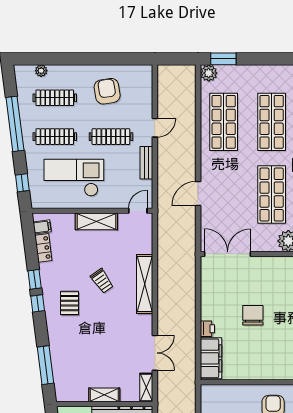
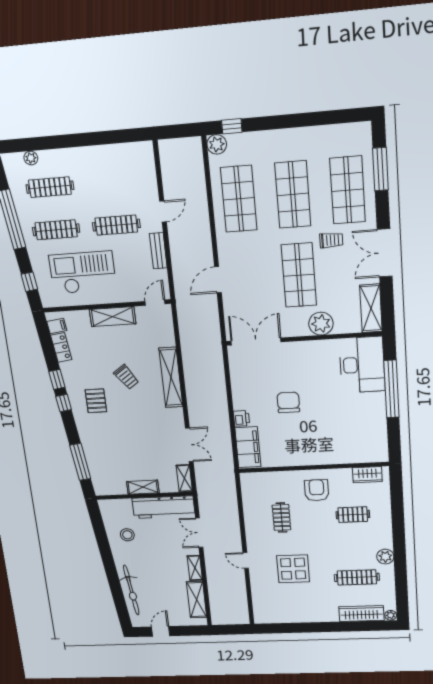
window: (223, 59) -> (232, 126), width x0.67
armchair: (107, 91) -> (106, 175), removed

